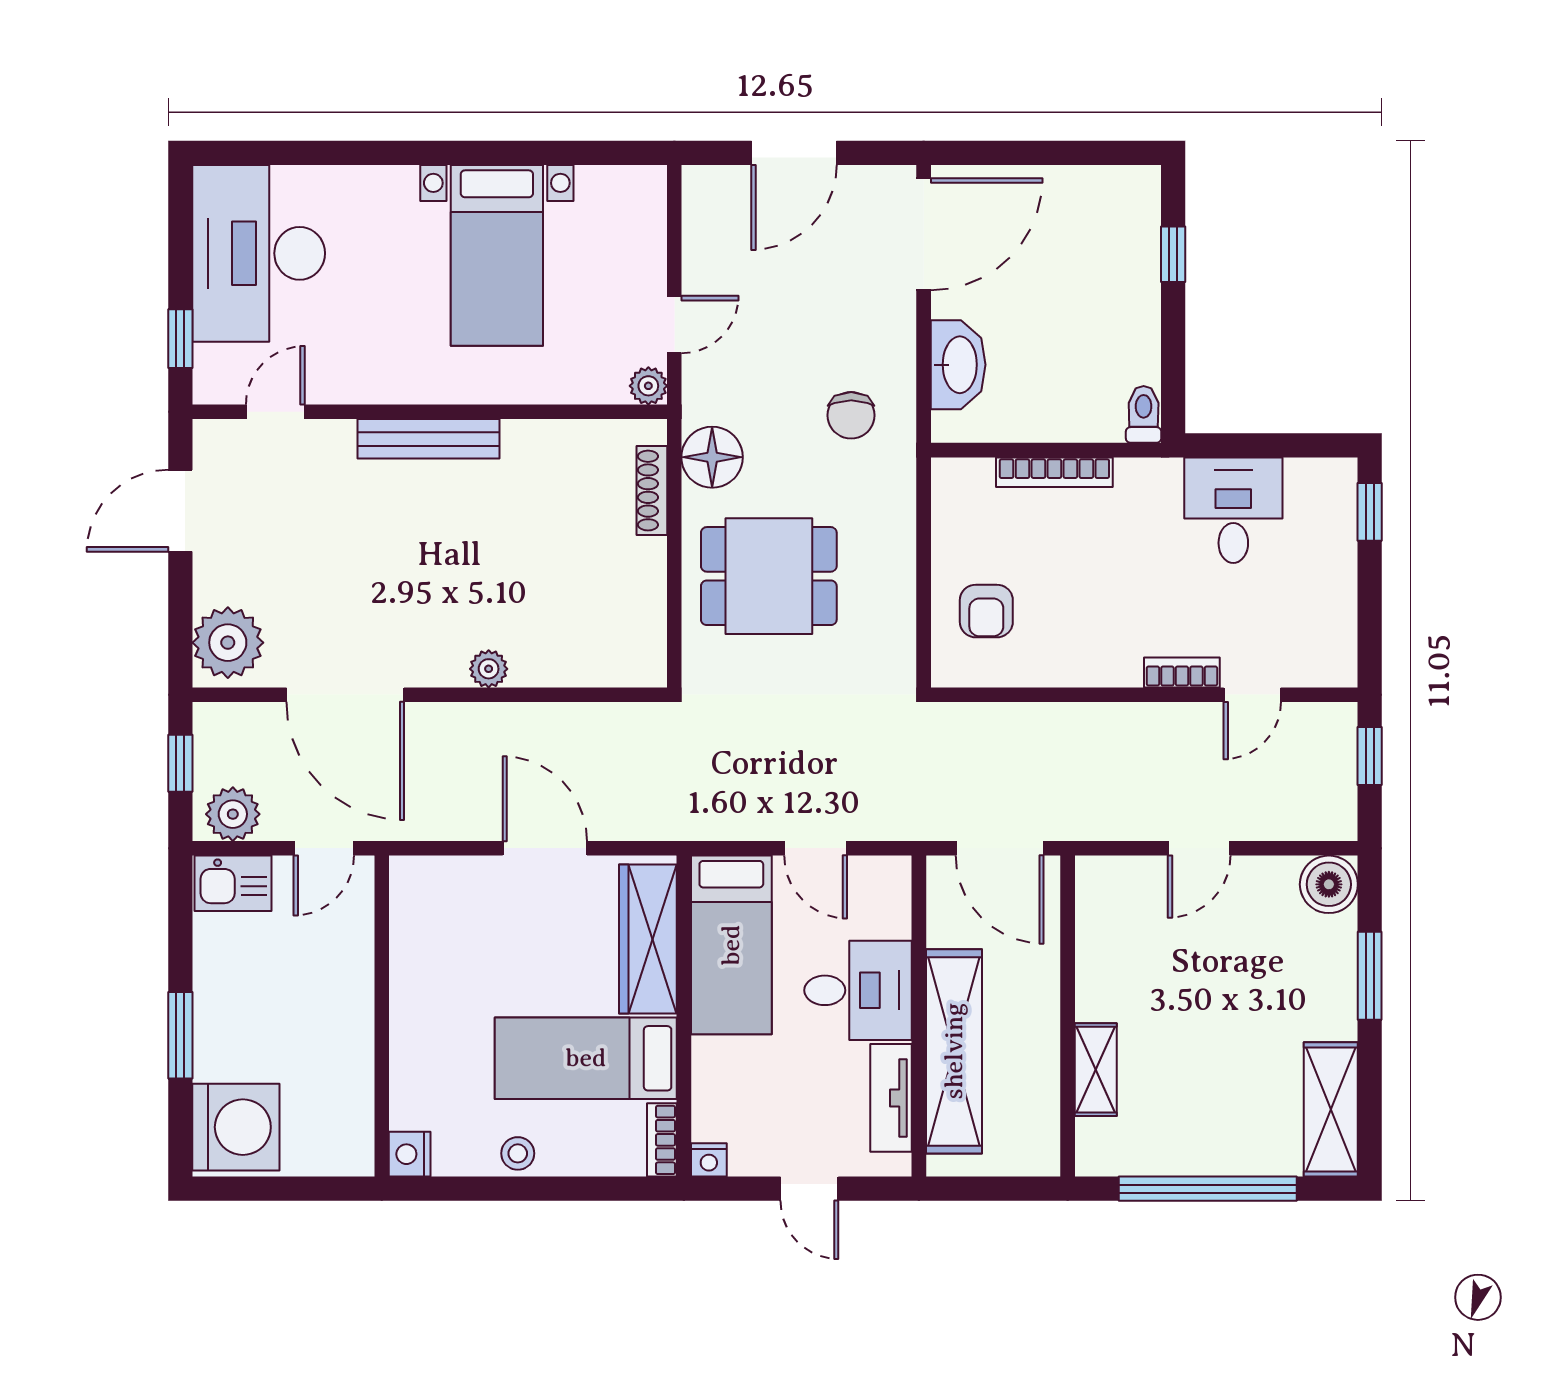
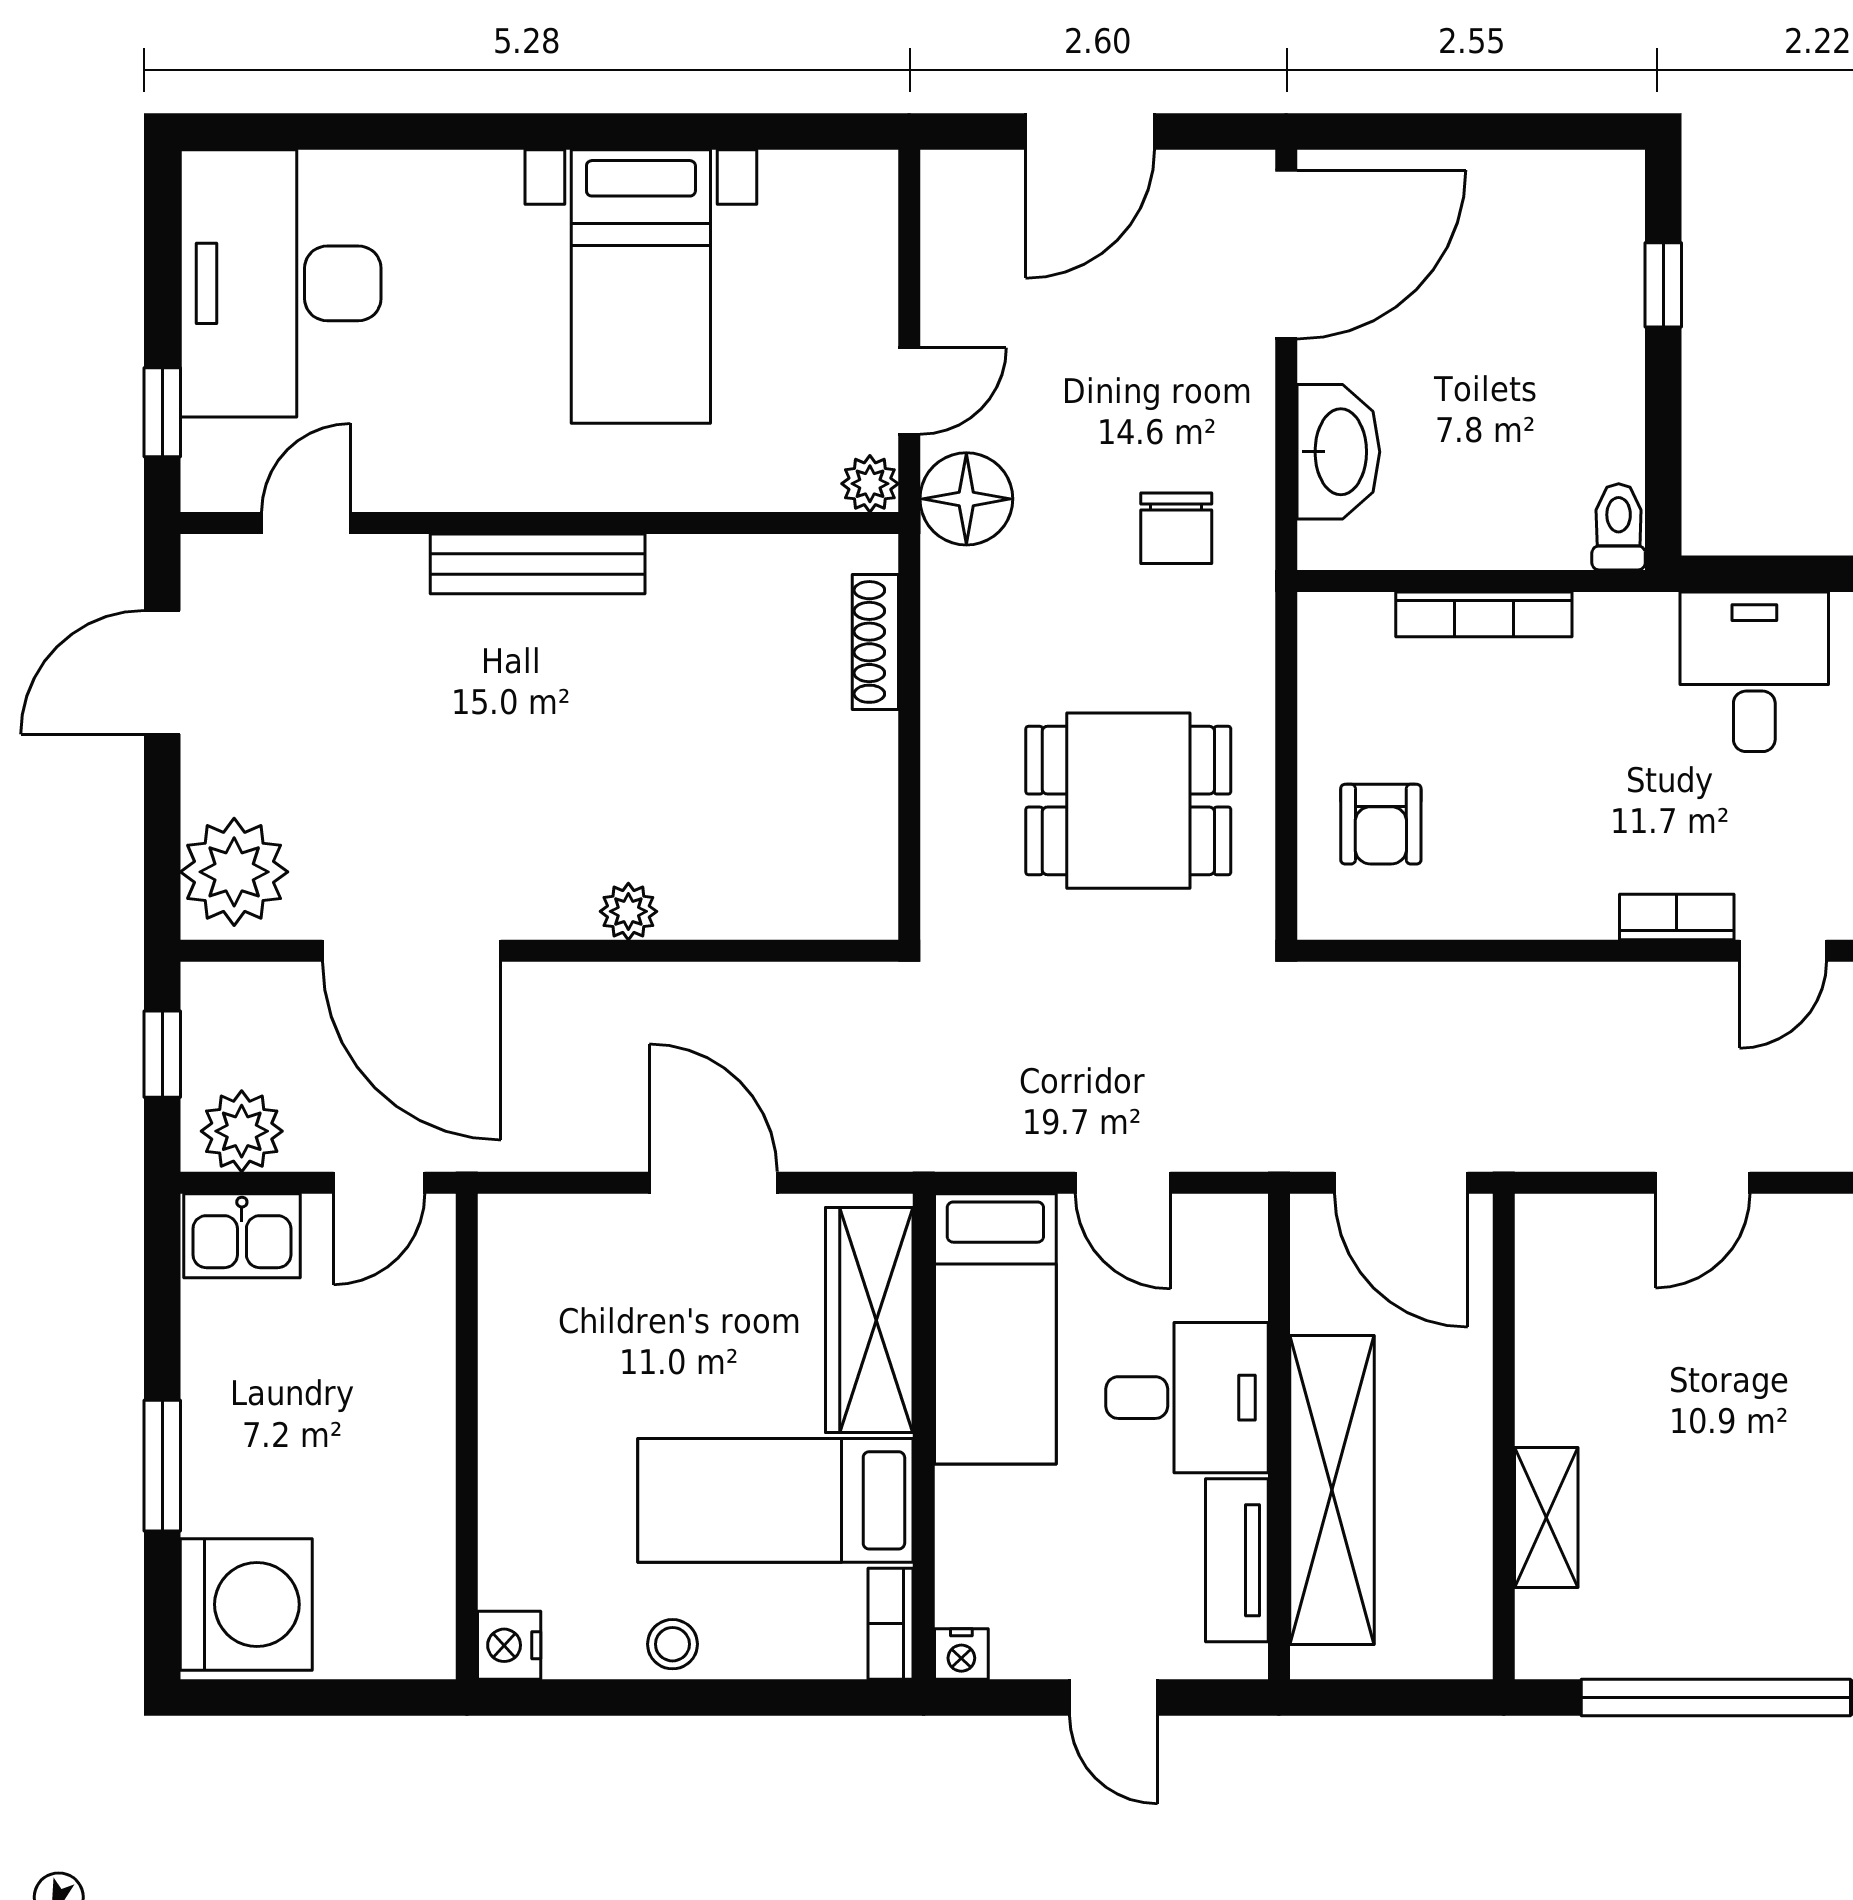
floor lamp: (712, 457) -> (966, 499), moved
dining table: (769, 576) -> (1128, 801), moved

